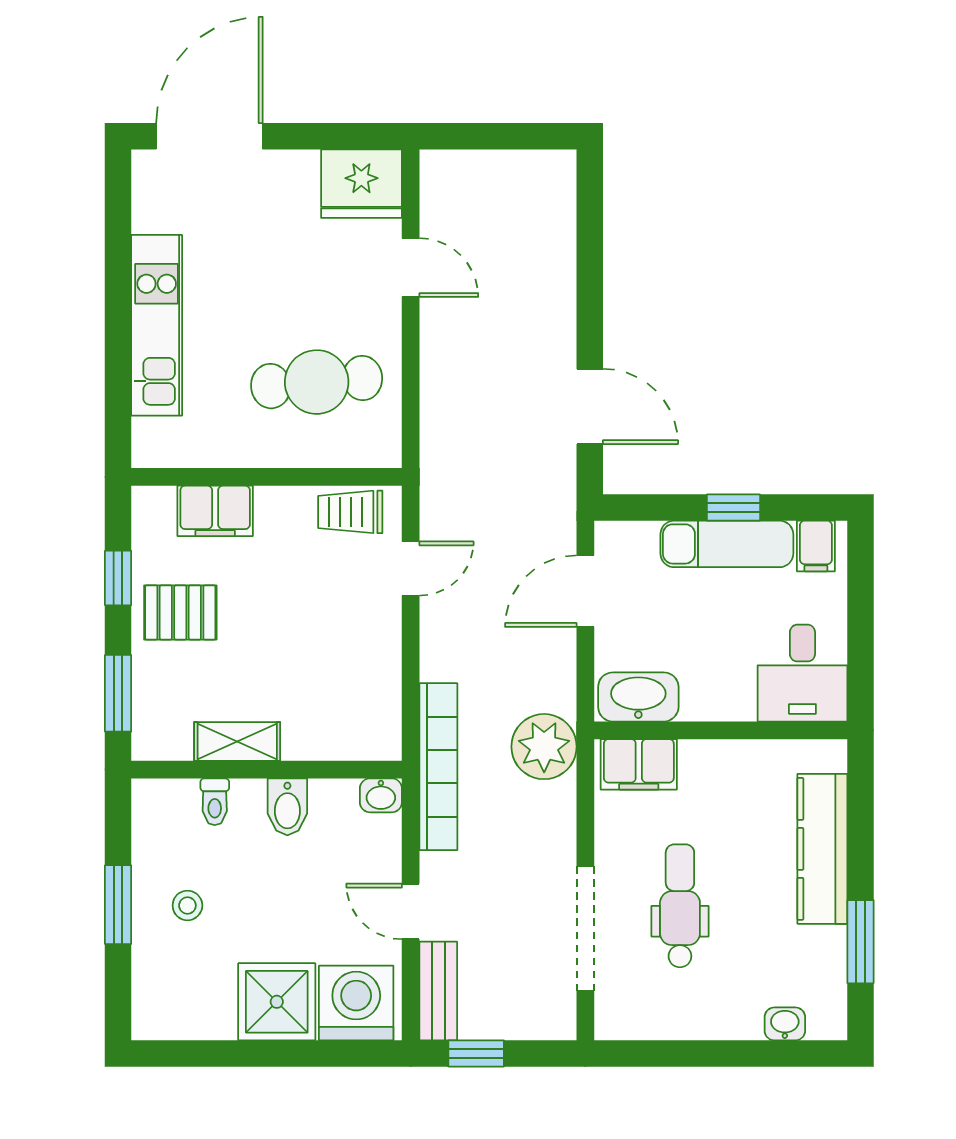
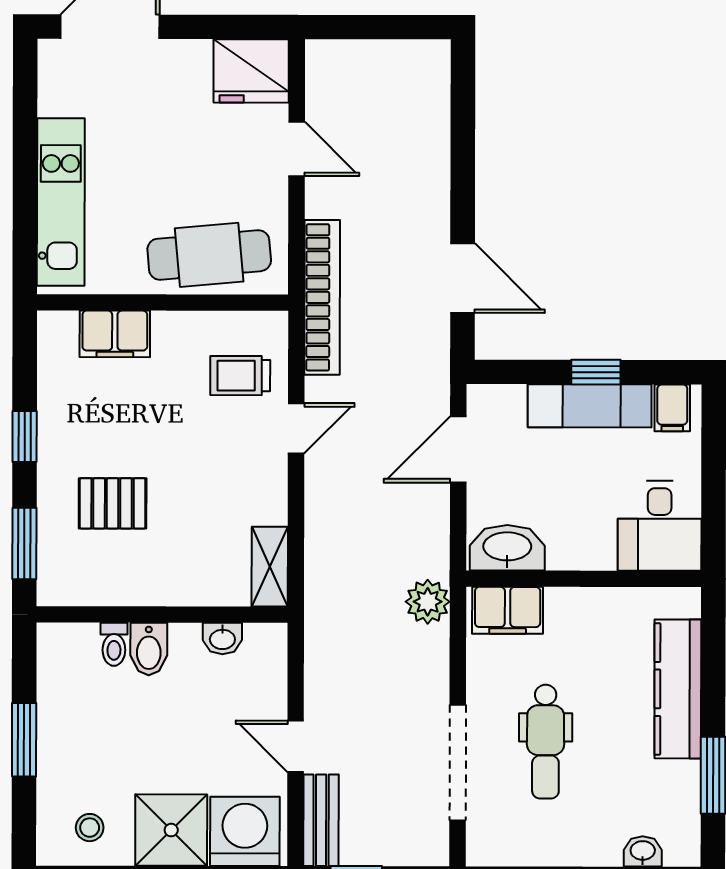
wall: (267, 477) -> (163, 302), moved
filing cabinet: (215, 511) -> (115, 334), moved
pallet: (180, 612) -> (113, 503), moved
shelving: (237, 741) -> (270, 567), moved, turned 90
plant: (544, 747) -> (428, 602), width x0.73, depth x0.73
bookcase: (438, 767) -> (322, 297), moved
washbasin: (381, 795) -> (222, 639), moved
bidet: (287, 807) -> (149, 649), moved
stool: (187, 905) -> (90, 828), moved
dental chair: (680, 906) -> (546, 742), turned 180

